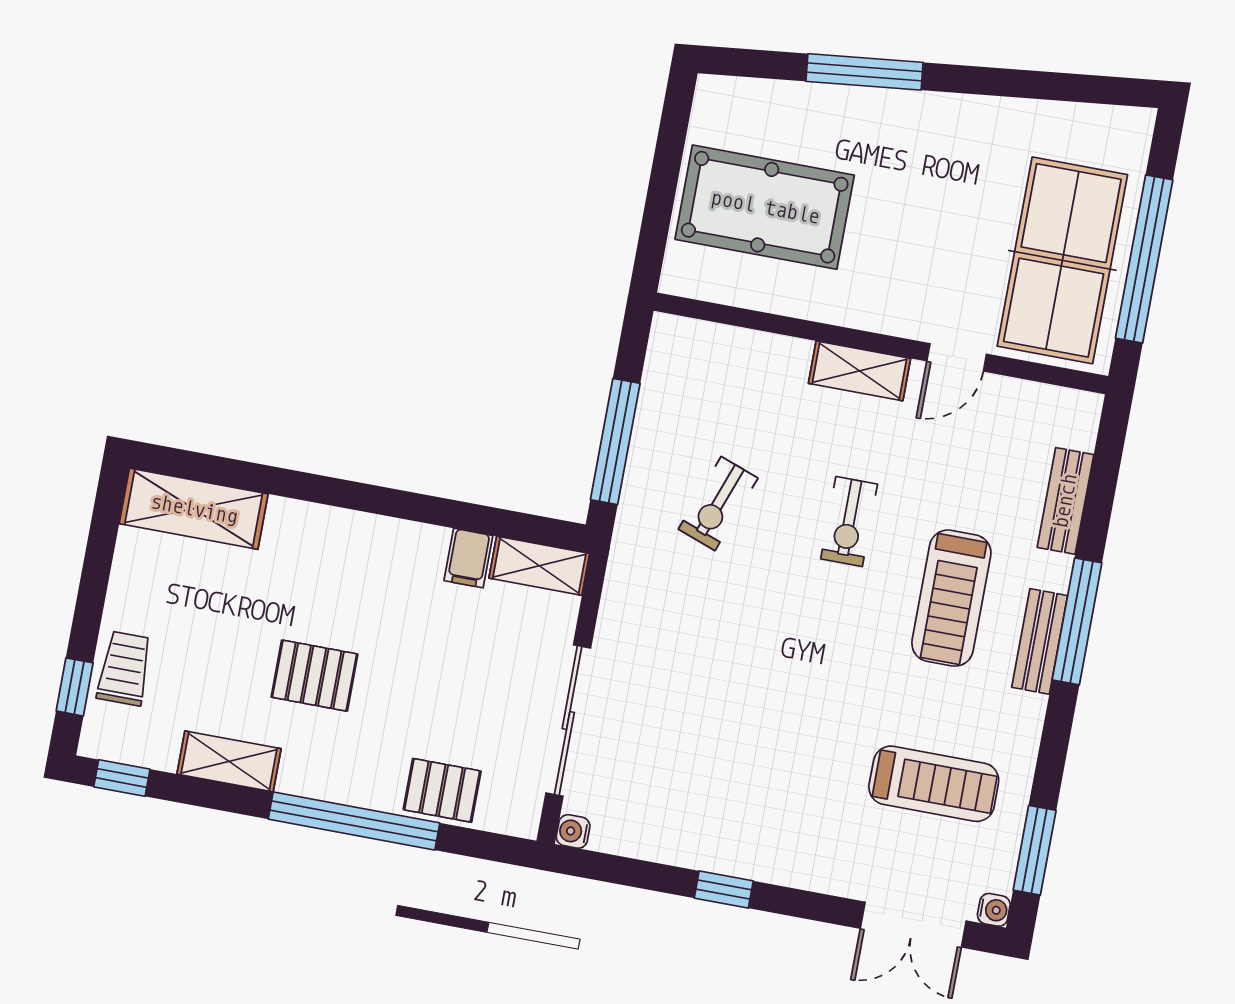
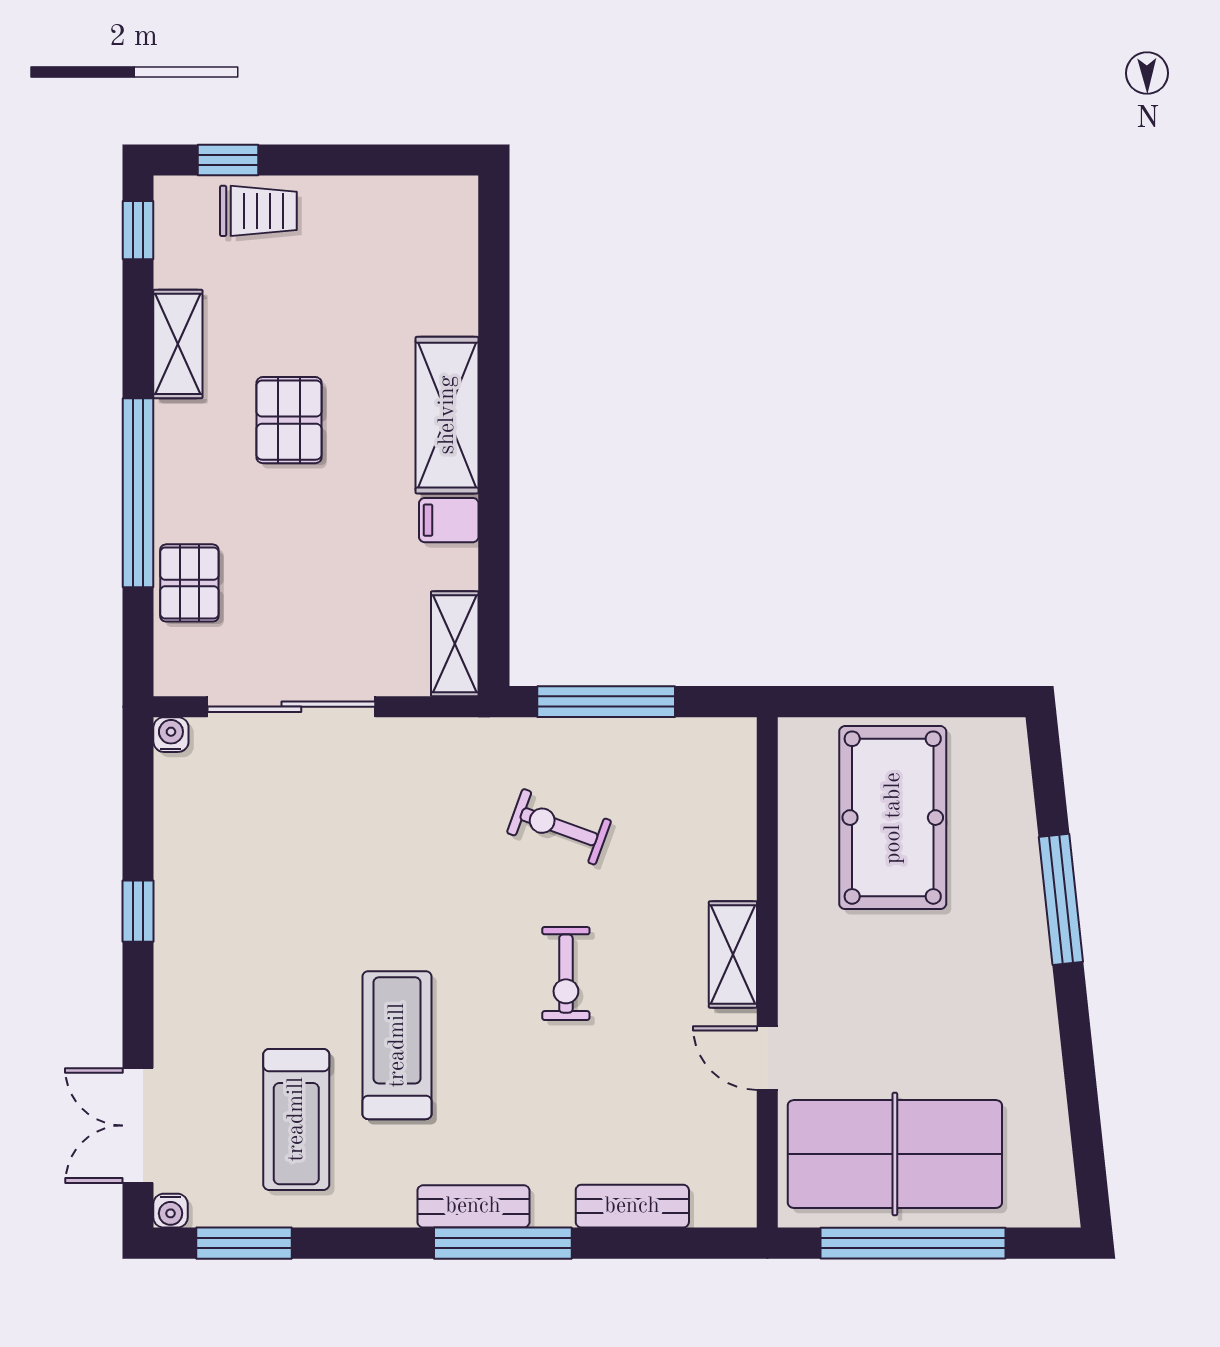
shelving: (194, 509) -> (447, 415), moved
exercise bike: (849, 522) -> (566, 974), turned -90
filing cabinet: (468, 558) -> (449, 520), moved
treadmill: (951, 598) -> (397, 1045), moved, turned 90

